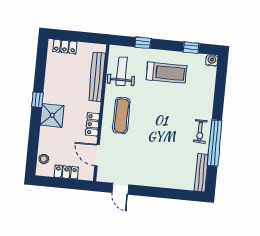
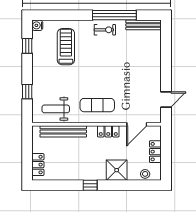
treadmill: (166, 73) -> (66, 47), moved
shower: (52, 115) -> (117, 170), moved

